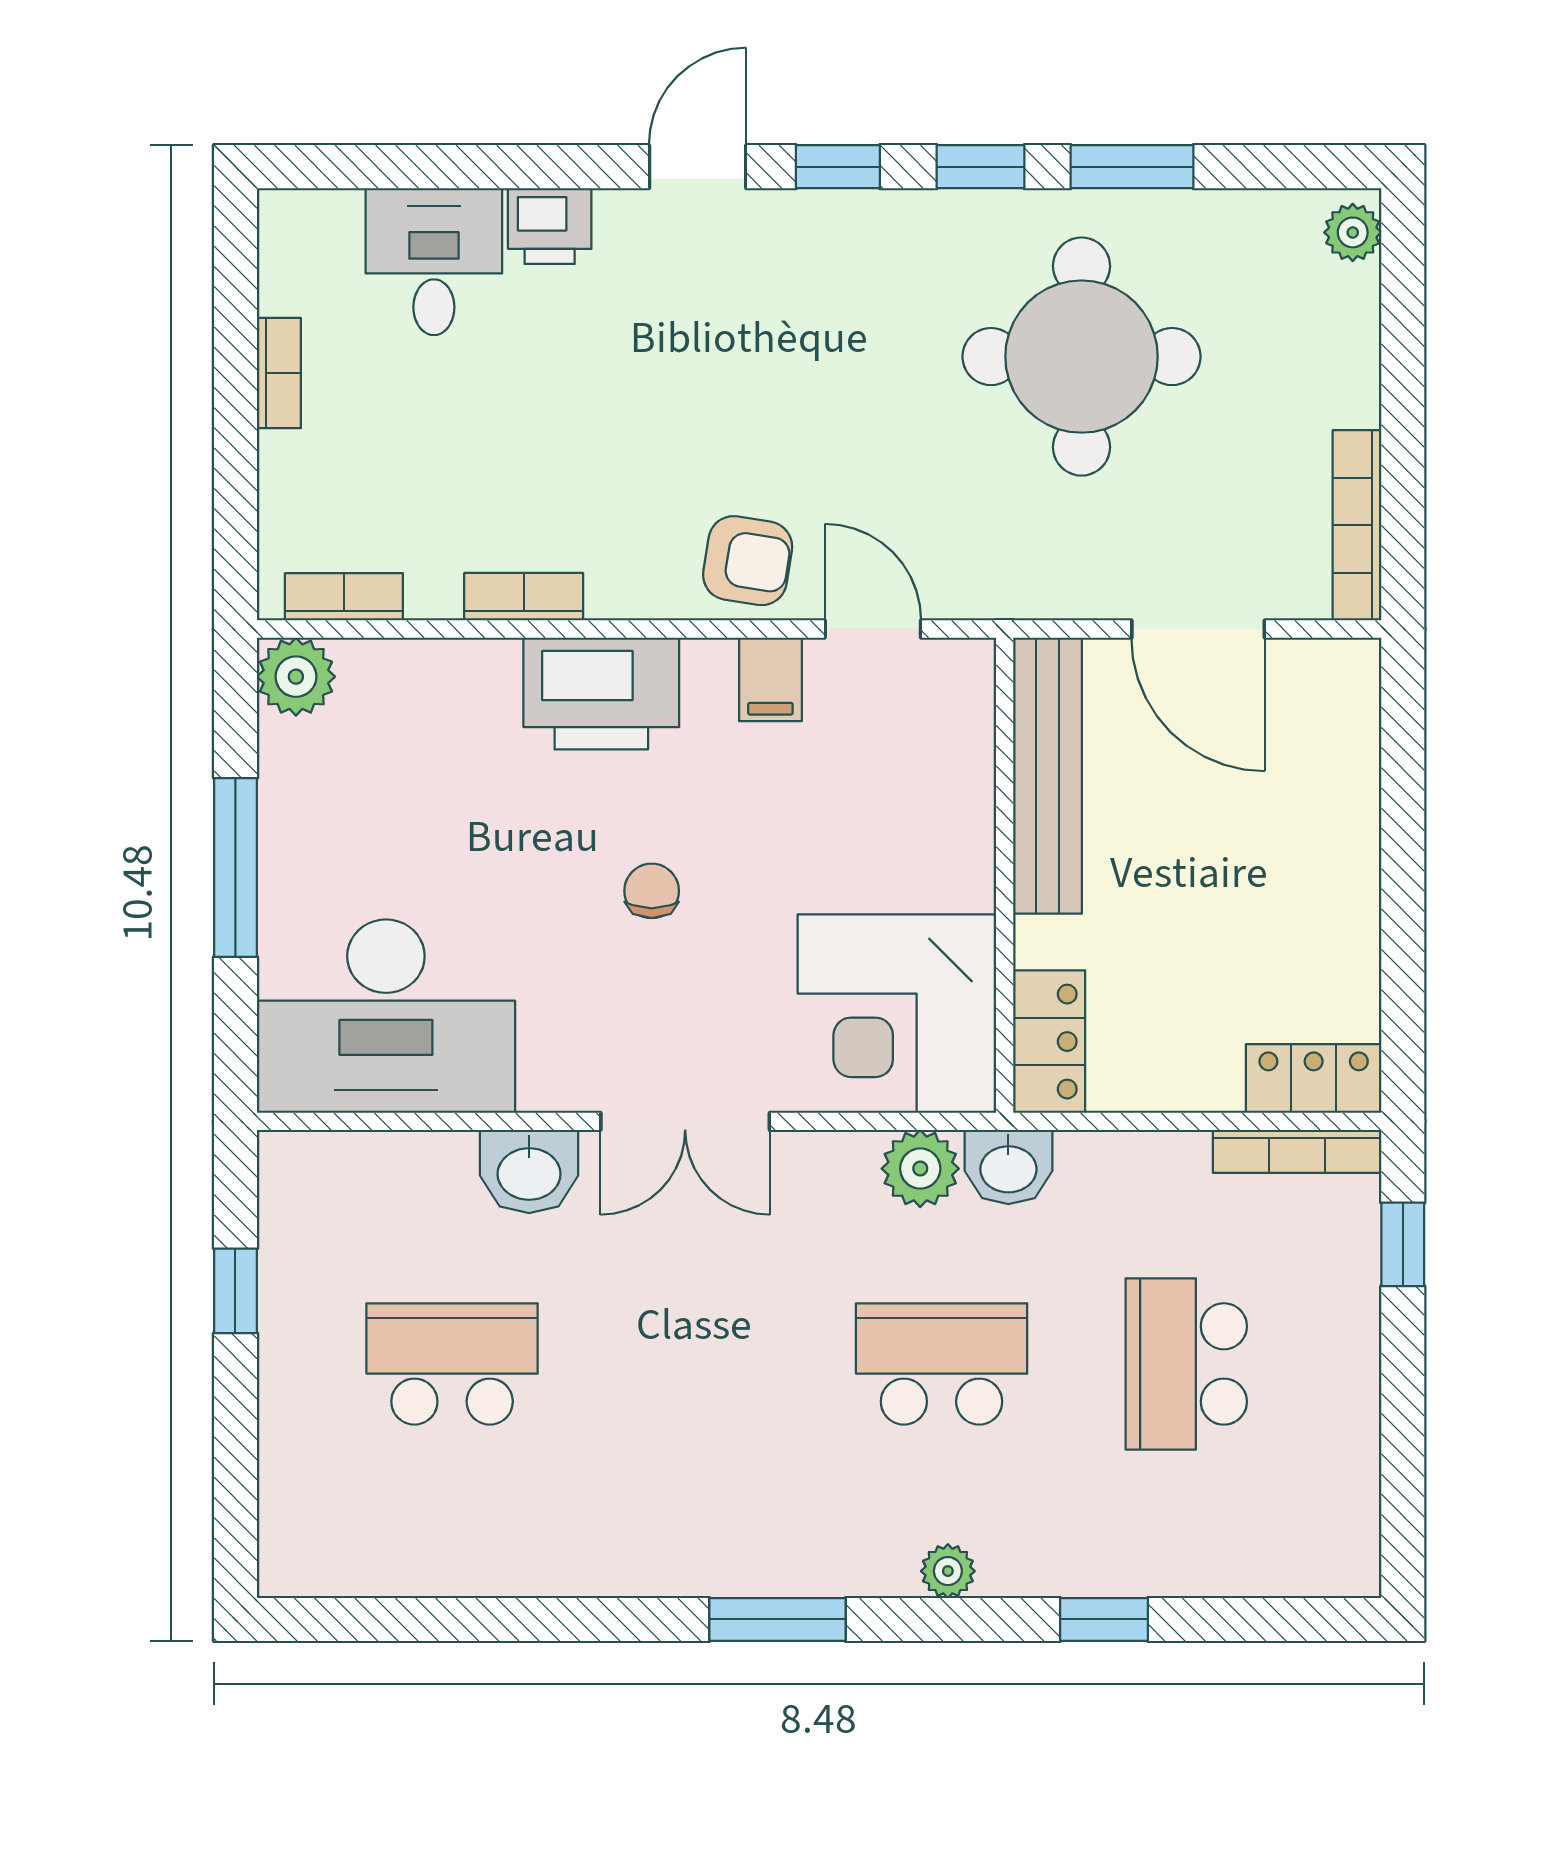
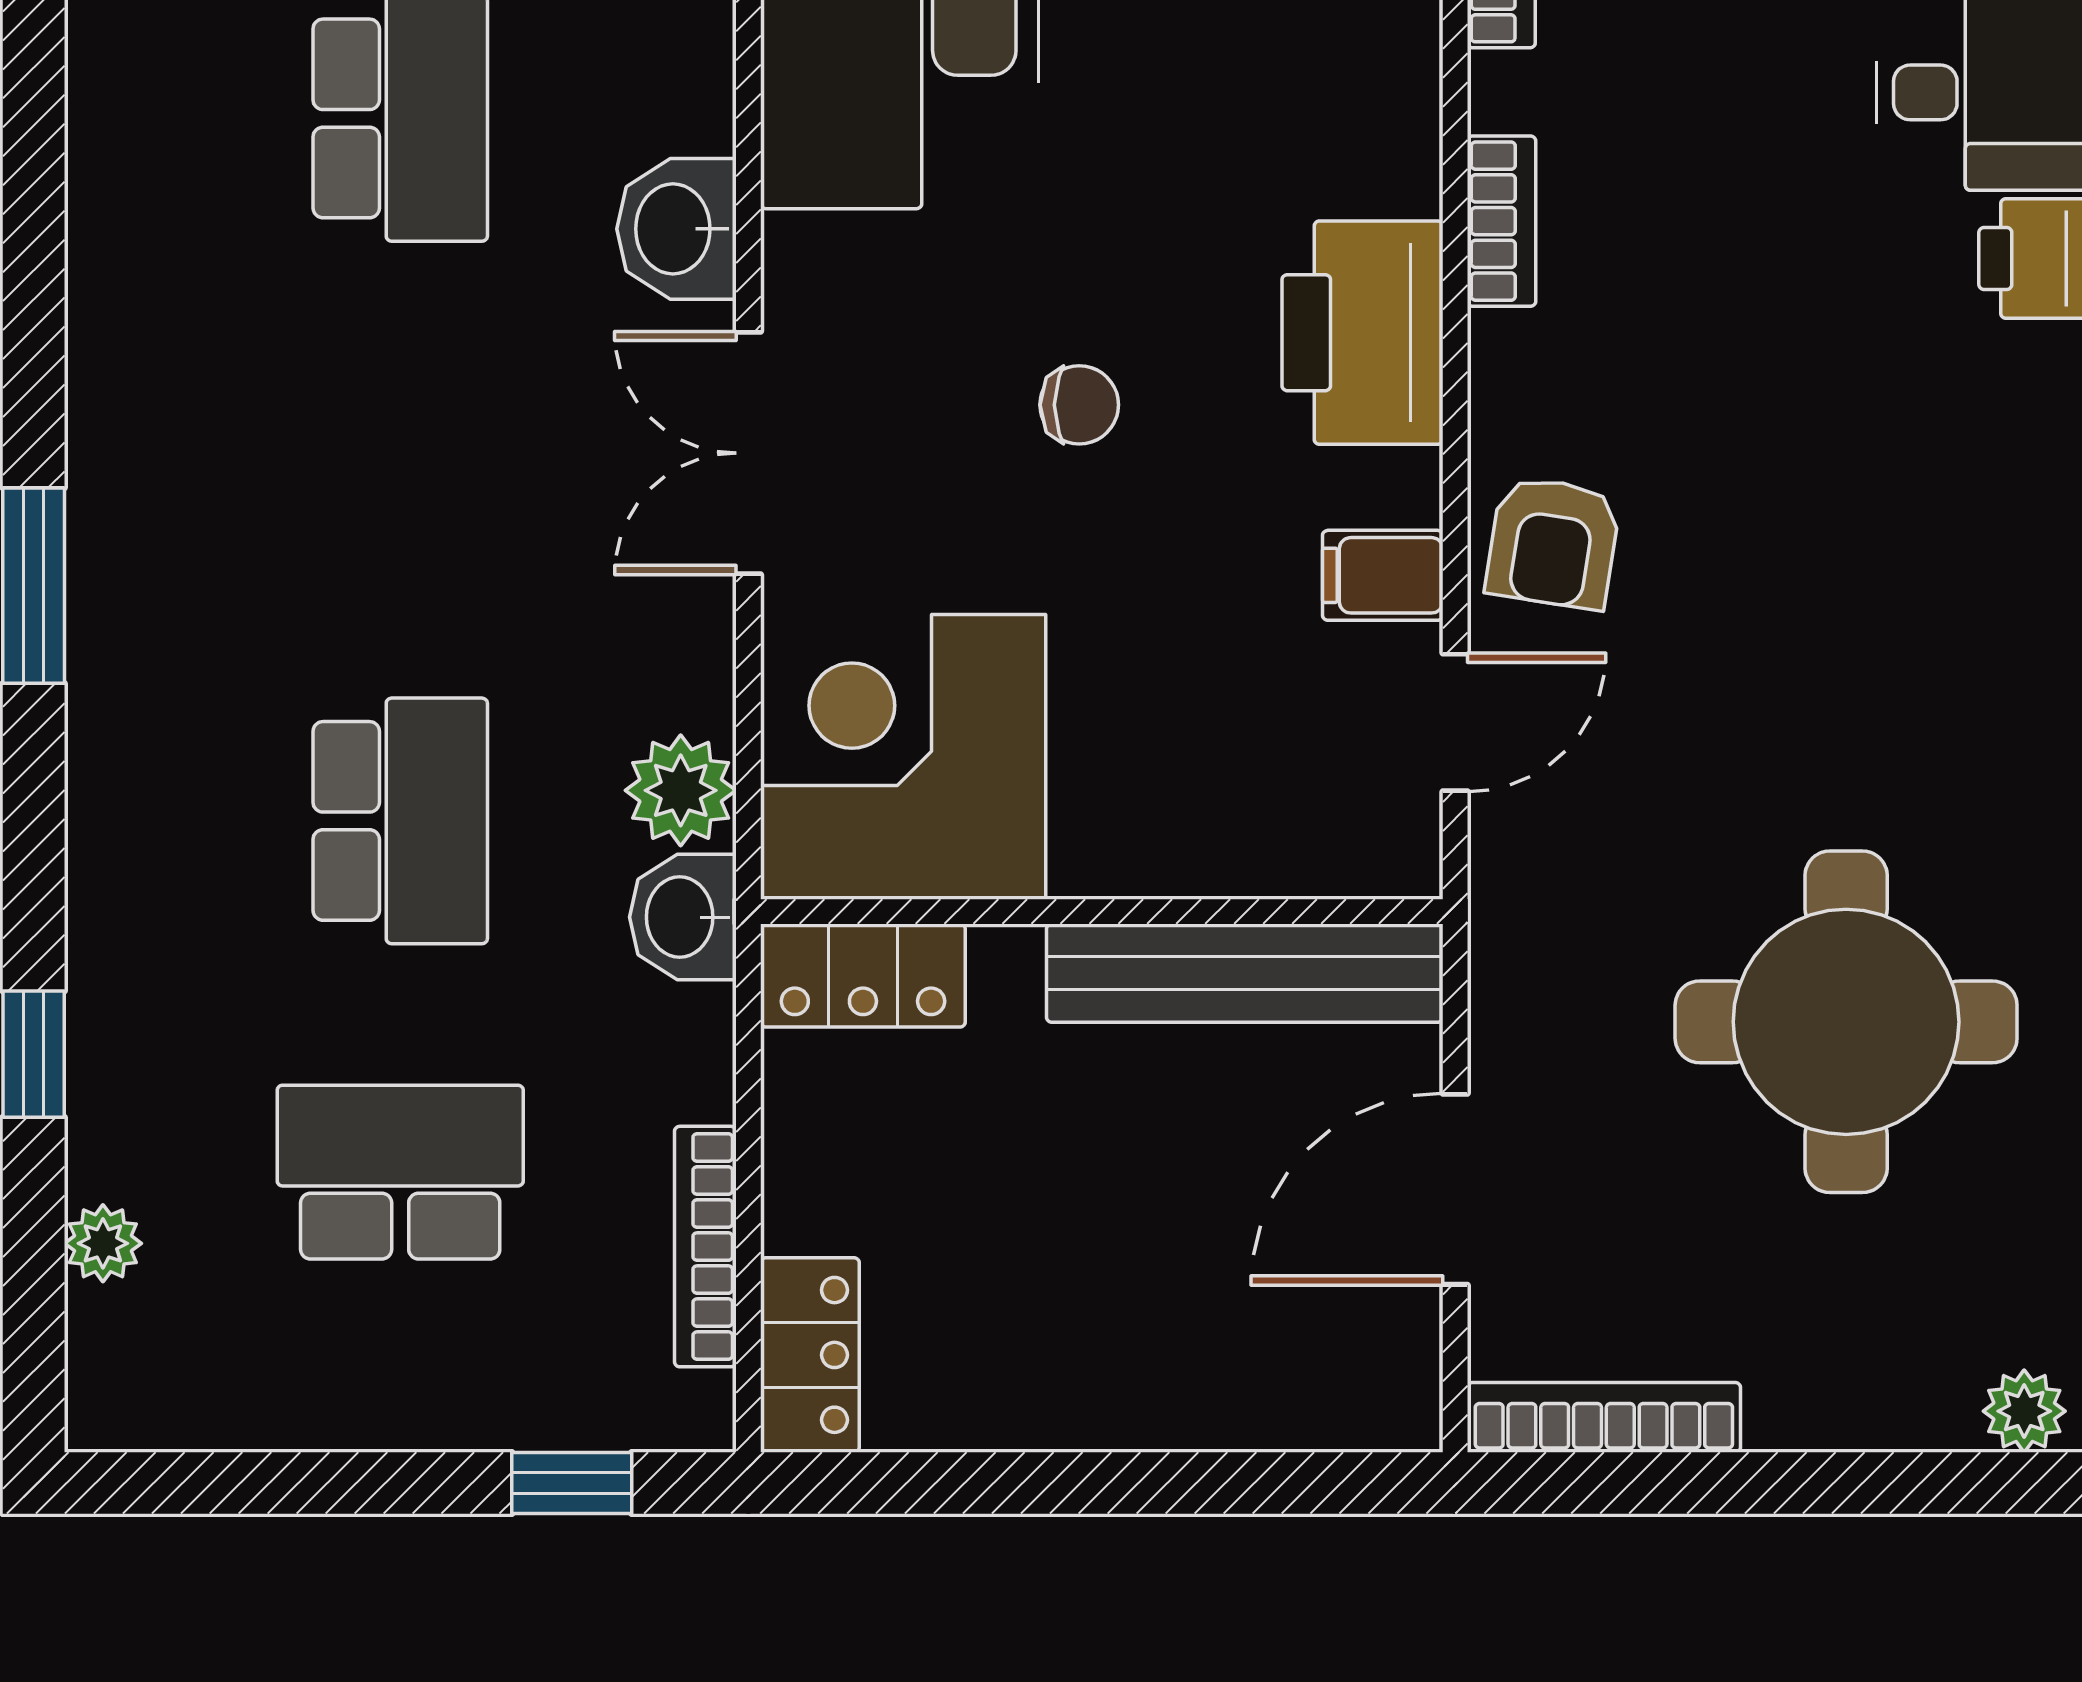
bookcase: (1297, 1151) -> (705, 1247), moved
plant: (948, 1571) -> (103, 1243), moved

